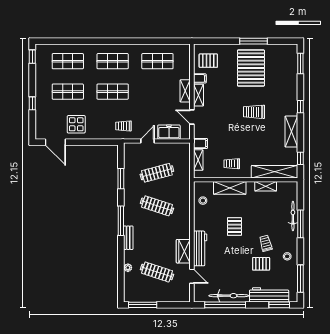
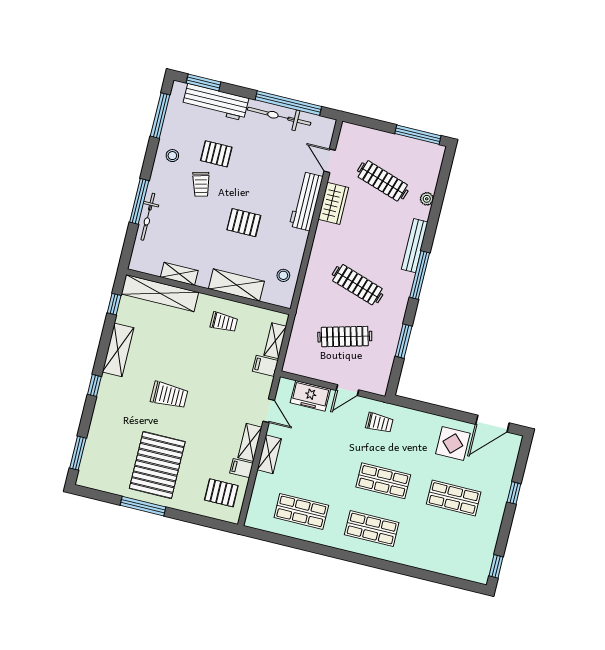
shop shelf: (68, 61) -> (442, 546), removed
door: (55, 142) -> (492, 424), swing flipped
pallet: (234, 227) -> (244, 223), turned 90
bench: (128, 238) -> (415, 246), width x1.36

